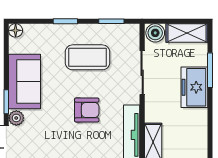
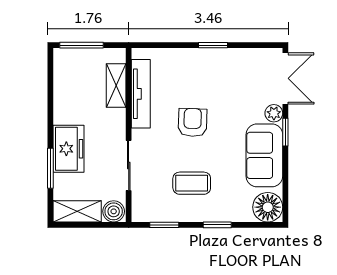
floor lamp: (16, 30) -> (268, 207), width x1.89, depth x1.89
coffee table: (87, 57) -> (192, 183), width x0.73, depth x0.77
armchair: (87, 110) -> (193, 122), turned 92

